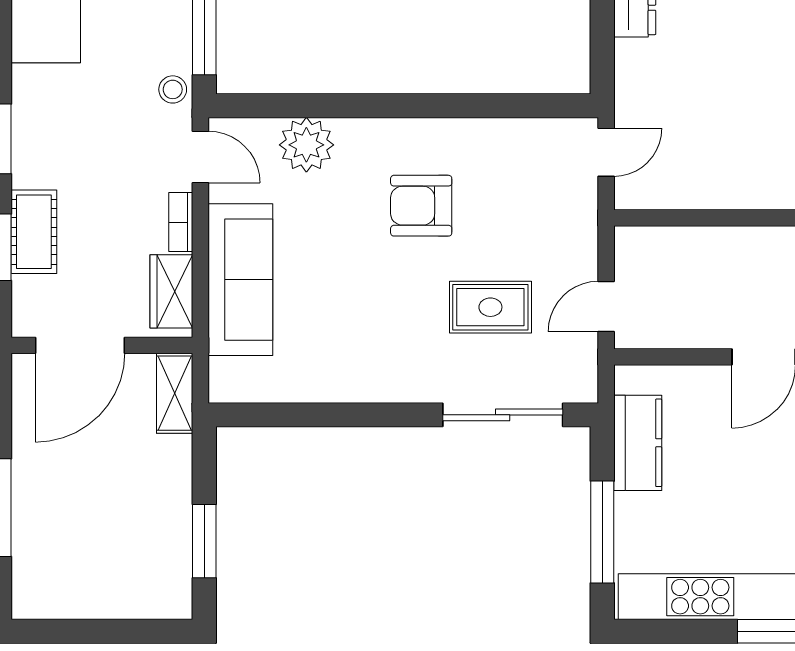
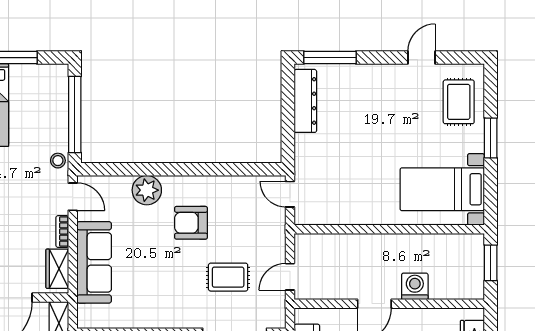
plant: (306, 145) -> (147, 190), moved
door: (606, 152) -> (290, 194), swing flipped

